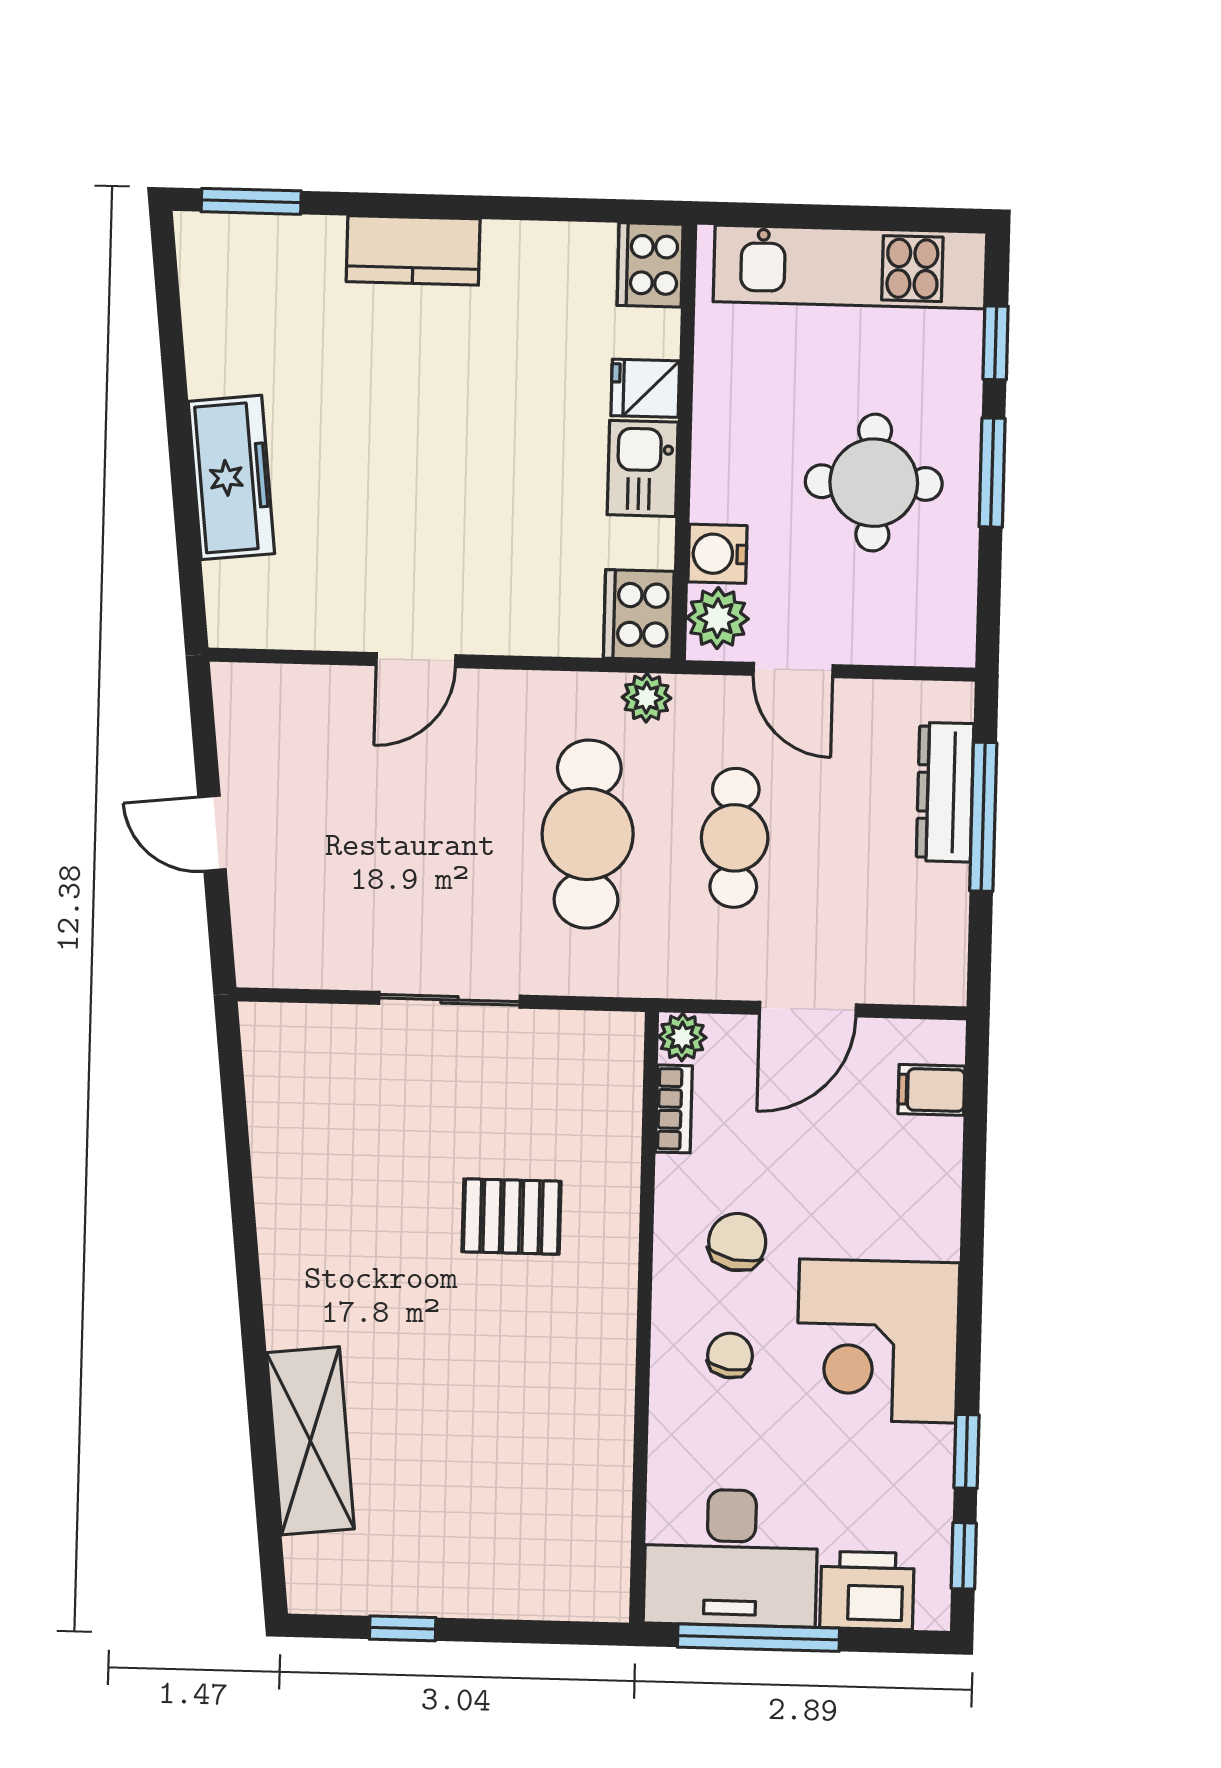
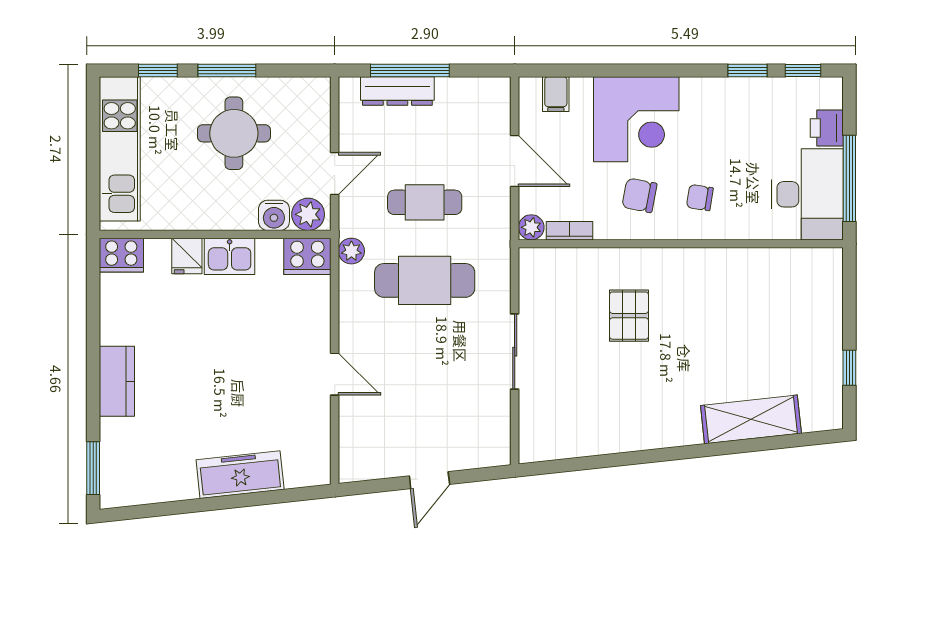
corner desk: (878, 1341) -> (636, 119), moved
printer: (867, 1591) -> (827, 128), width x0.73, depth x0.81

